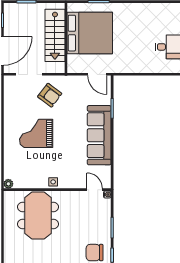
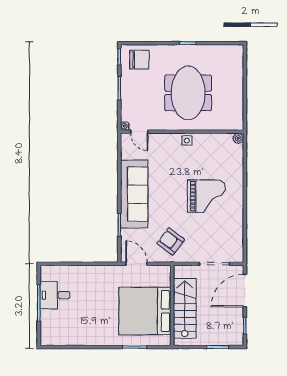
armchair: (50, 95) -> (171, 241), moved
meeting table: (38, 215) -> (188, 93), moved

